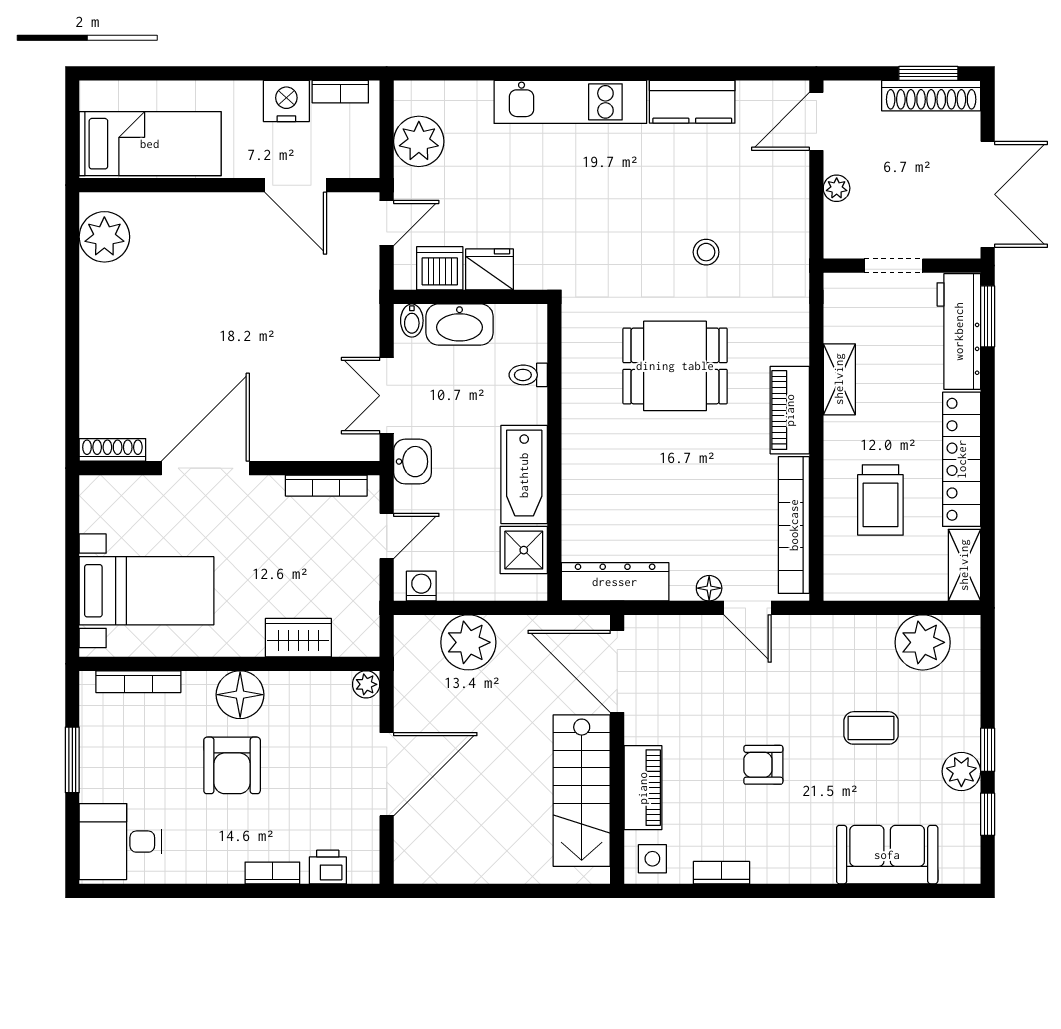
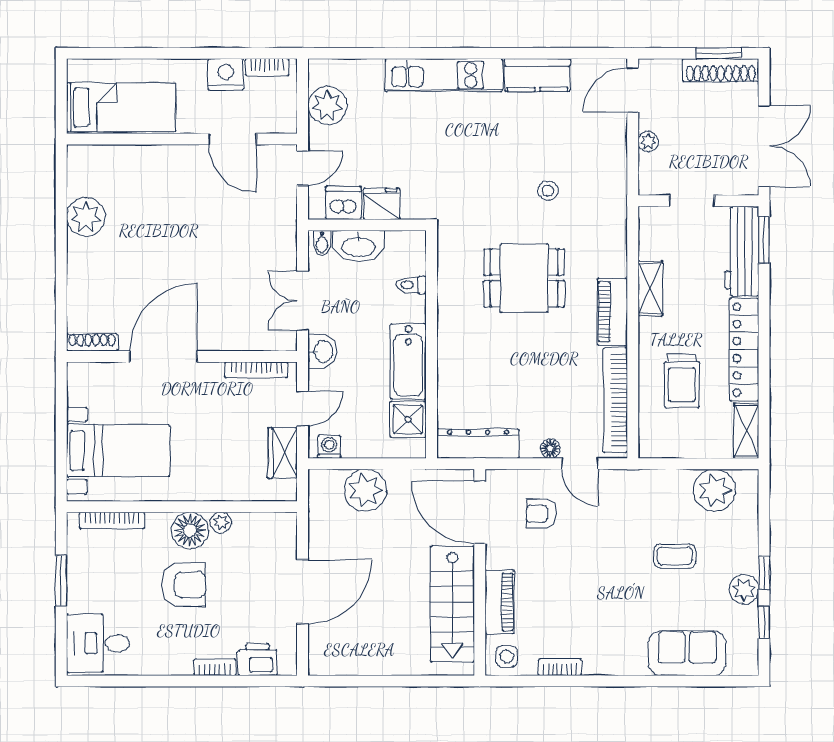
plant: (104, 237) -> (86, 217), moved
wardrobe: (298, 638) -> (283, 453), moved, turned -90
plant: (366, 684) -> (221, 522), moved
armchair: (232, 765) -> (184, 585), turned -90
armchair: (763, 765) -> (541, 514), moved
printer: (328, 867) -> (257, 660), width x1.36, depth x1.24

